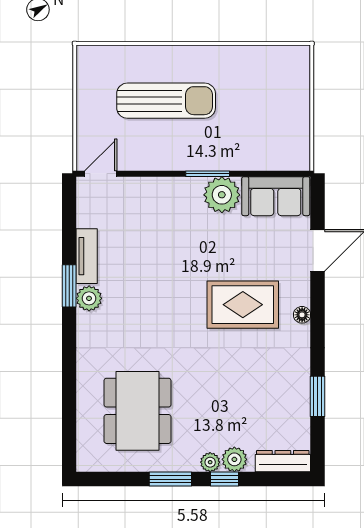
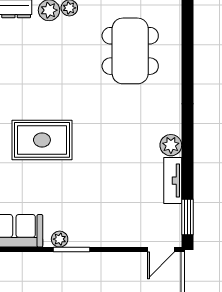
plant: (222, 195) -> (60, 239), width x0.53, depth x0.53
window: (69, 286) -> (187, 217), moved

